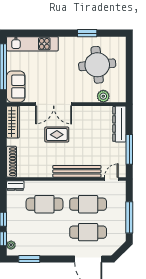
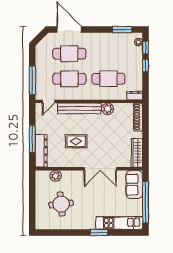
window: (87, 33) -> (99, 233), moved
round table: (97, 65) -> (61, 204), width x0.73, depth x0.73
double door: (54, 104) -> (100, 169), swing flipped
rug: (57, 135) -> (76, 141), moved
window: (129, 149) -> (32, 139), moved
plant: (45, 171) -> (108, 109), added
window: (129, 217) -> (32, 80), moved

